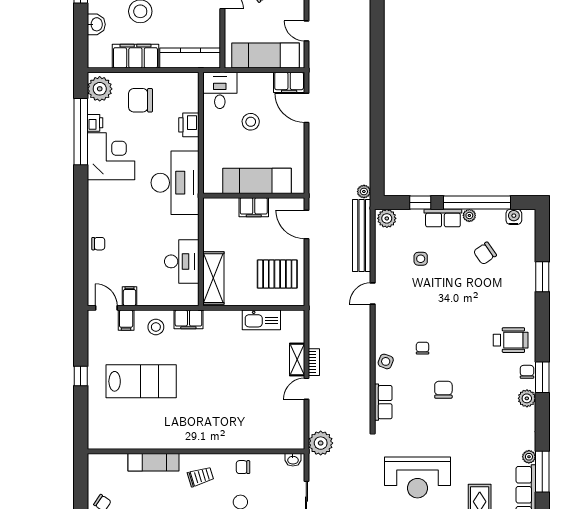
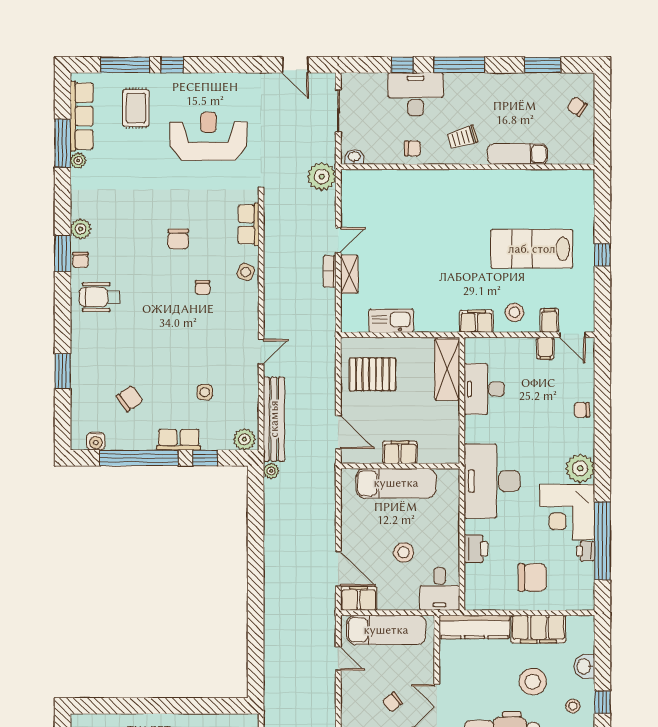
plant: (100, 89) -> (580, 468), moved
plant: (469, 215) -> (148, 443), removed

